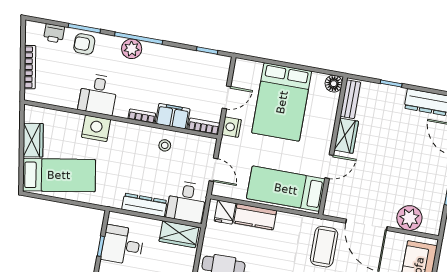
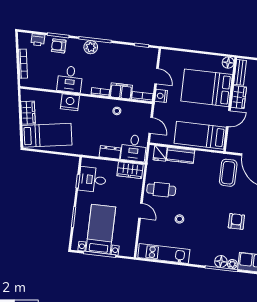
door: (226, 97) -> (157, 76), hinge flipped
bed: (282, 102) -> (207, 88), moved, turned 90
dresser: (144, 205) -> (110, 152), width x0.70

